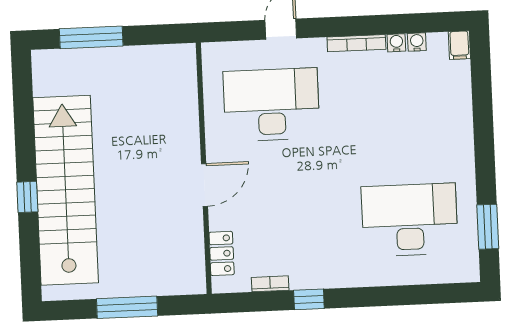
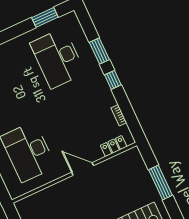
window: (393, 296) -> (99, 51), added
window: (309, 299) -> (113, 80), moved

